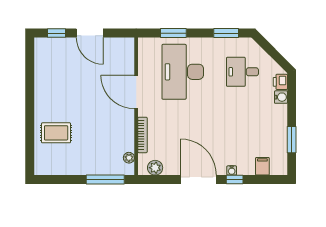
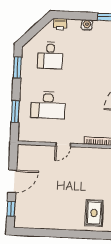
desk: (183, 72) -> (48, 105), width x0.73, depth x0.77
door: (136, 92) -> (63, 145), width x0.53
water cooler: (281, 97) -> (87, 25), moved

